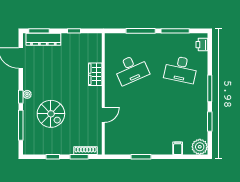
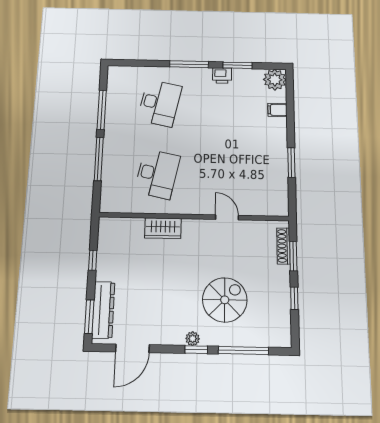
printer: (202, 45) -> (222, 76), moved
desk: (131, 69) -> (157, 174), turned 36

